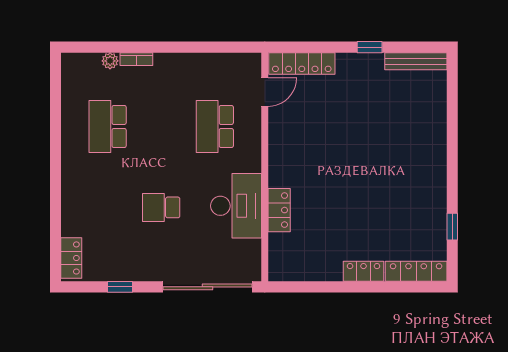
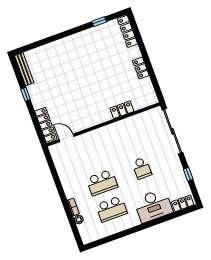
school desk: (215, 126) -> (102, 183), moved
desk: (236, 206) -> (153, 206), moved, turned 180
locker: (363, 271) -> (141, 68), moved

